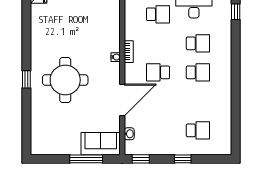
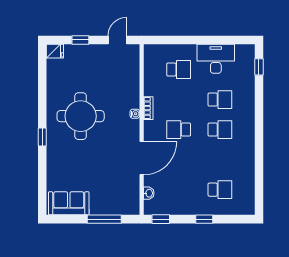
round table: (65, 80) -> (81, 116), moved
sofa: (101, 144) -> (69, 203), moved

